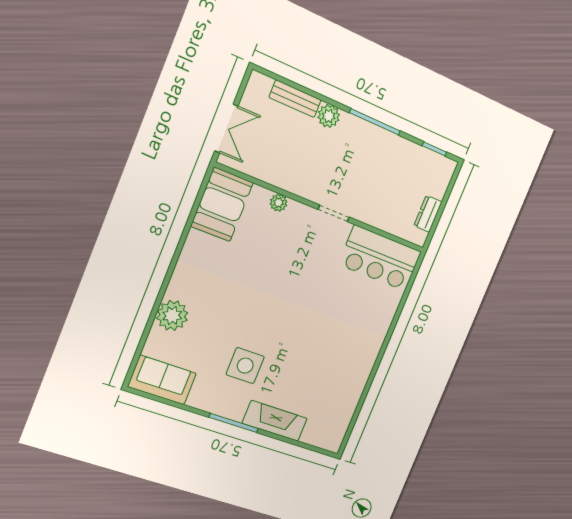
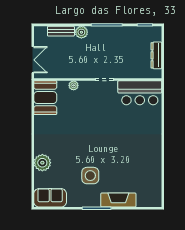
dresser: (428, 214) -> (156, 55), width x1.44

